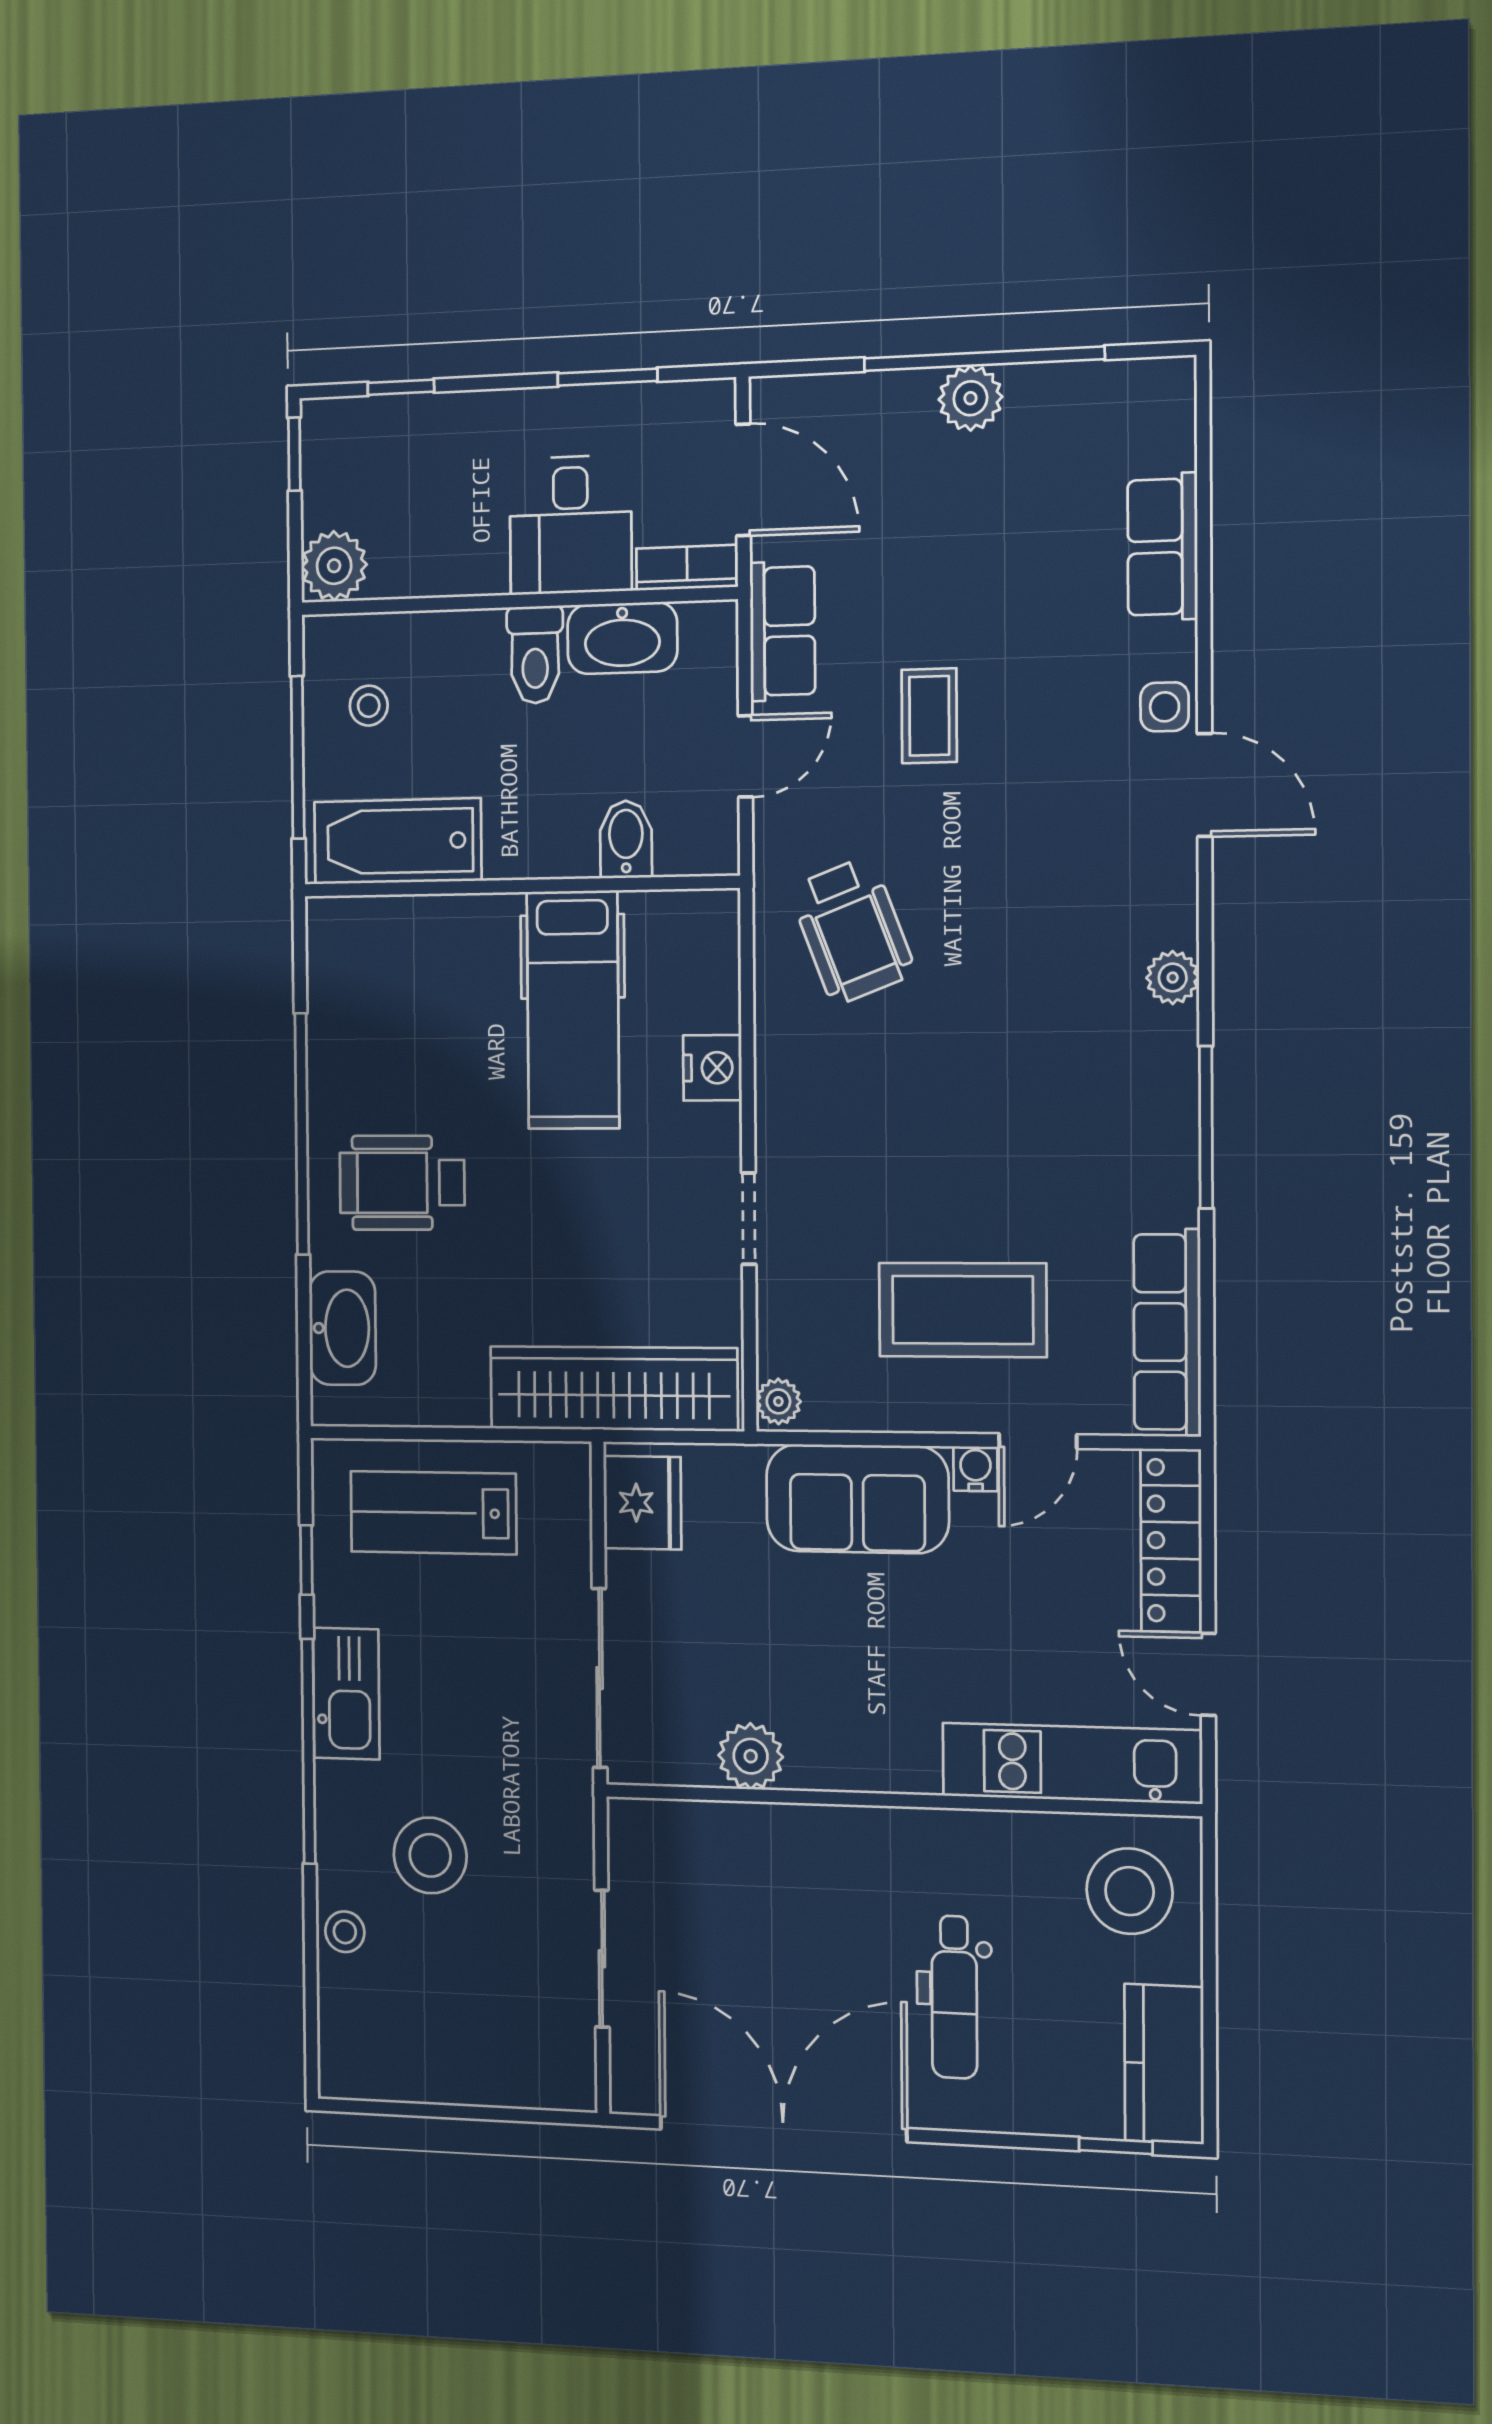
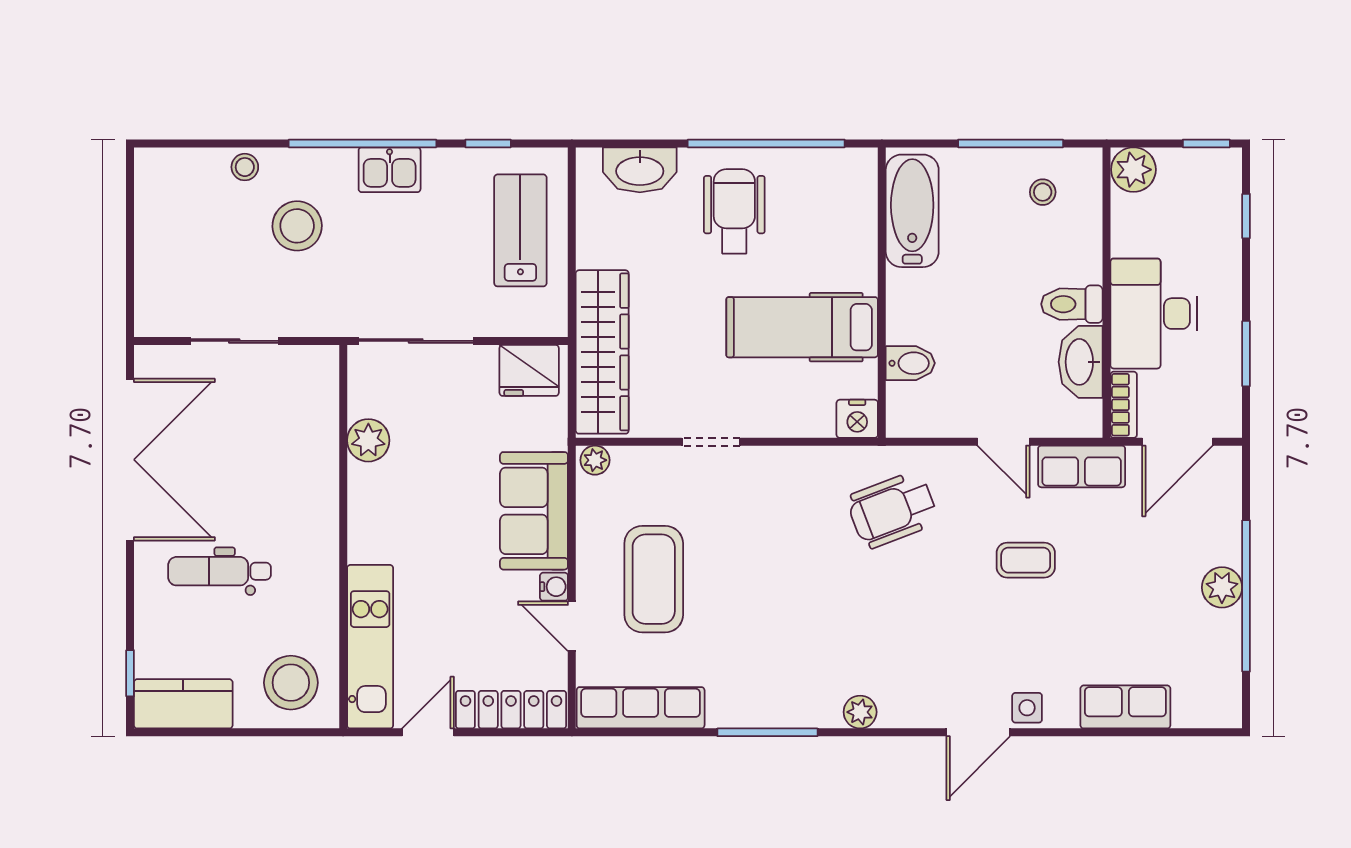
desk: (571, 525) -> (1154, 314), width x1.37
bidet: (626, 839) -> (910, 363), moved
bathtub: (398, 841) -> (912, 211), moved
wall: (520, 886) -> (882, 293), moved
hospital bed: (573, 1010) -> (802, 327), moved
nightstand: (712, 1068) -> (857, 419), moved
kitchen sink: (346, 1694) -> (390, 170), width x0.73

